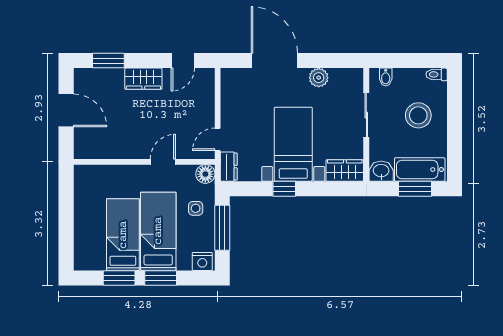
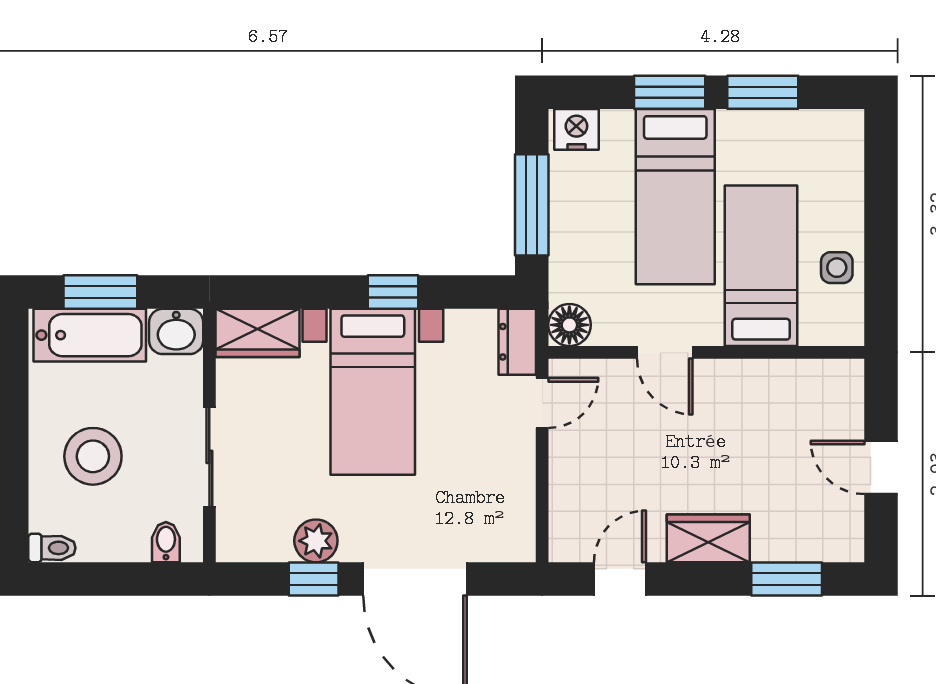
window: (320, 61) -> (314, 579), added
door: (66, 110) -> (881, 467), width x0.73
door: (163, 162) -> (665, 352), hinge flipped
side table: (196, 208) -> (837, 268), moved
bed: (123, 235) -> (761, 266), moved, turned 180

